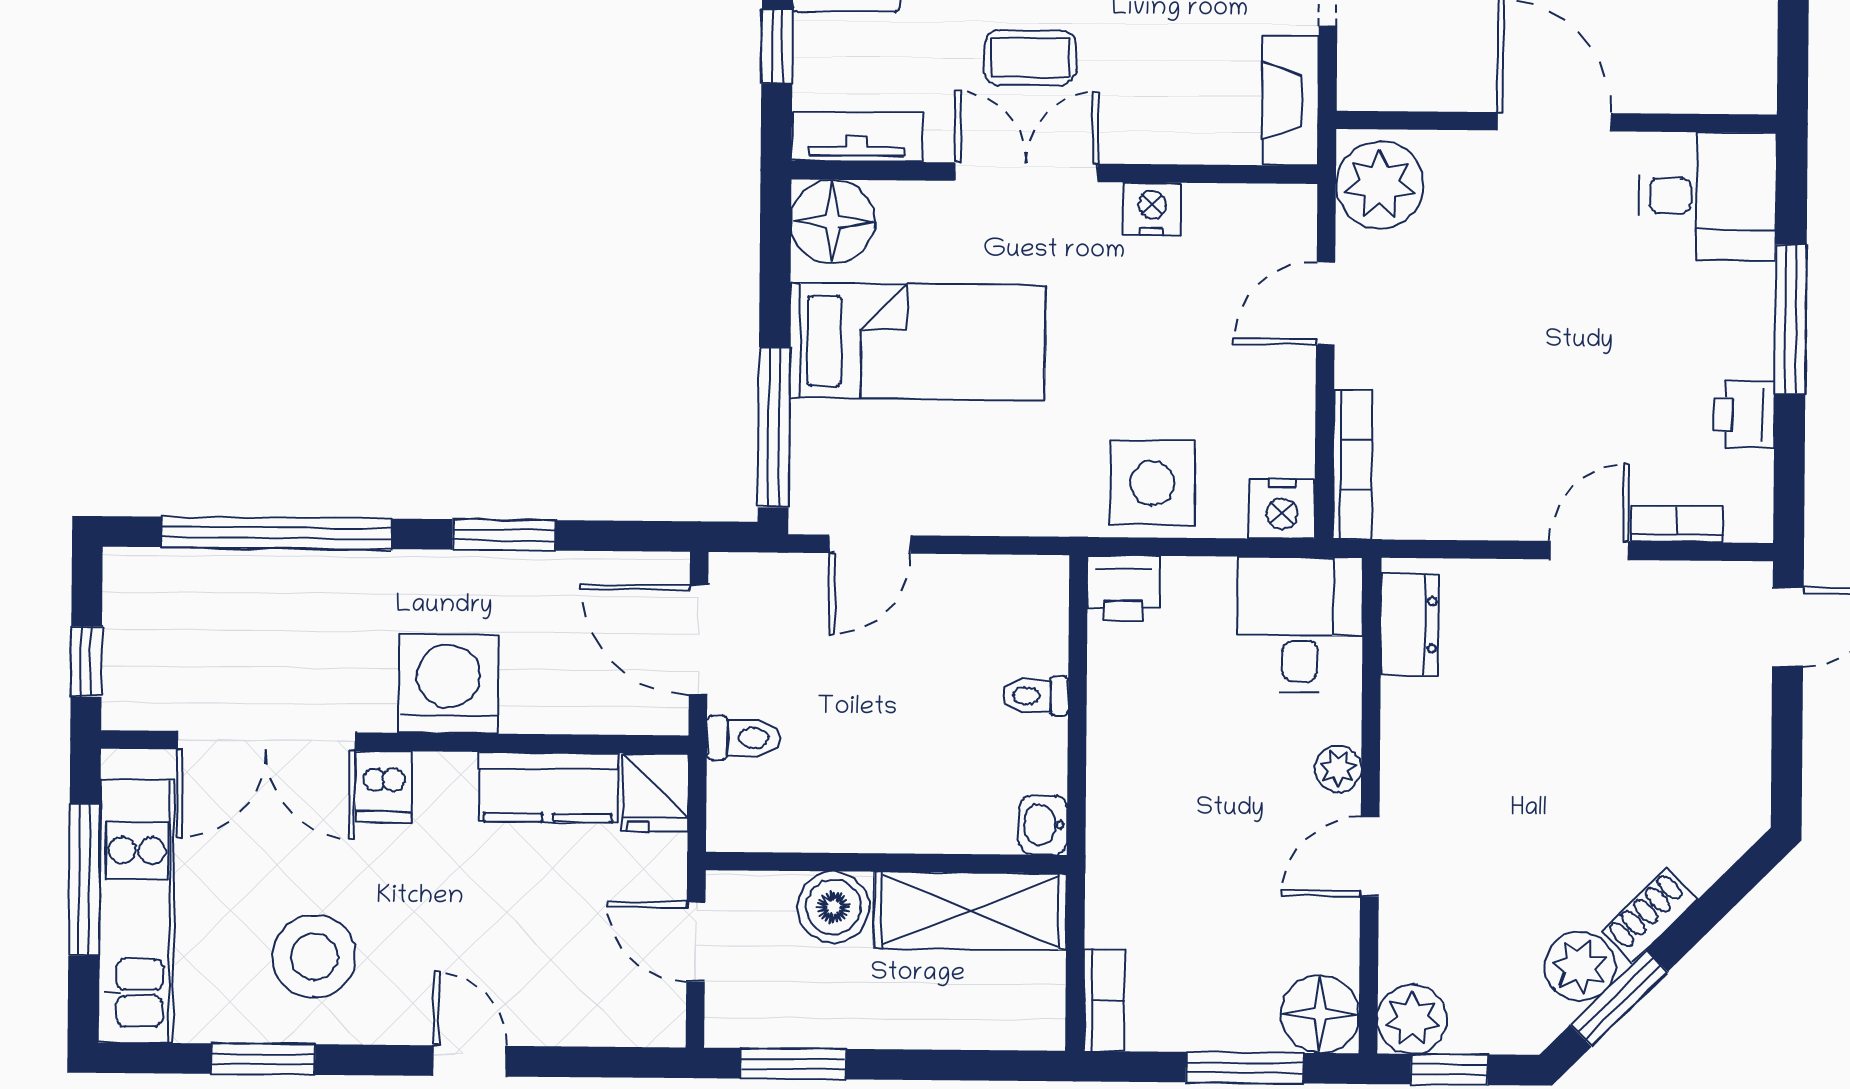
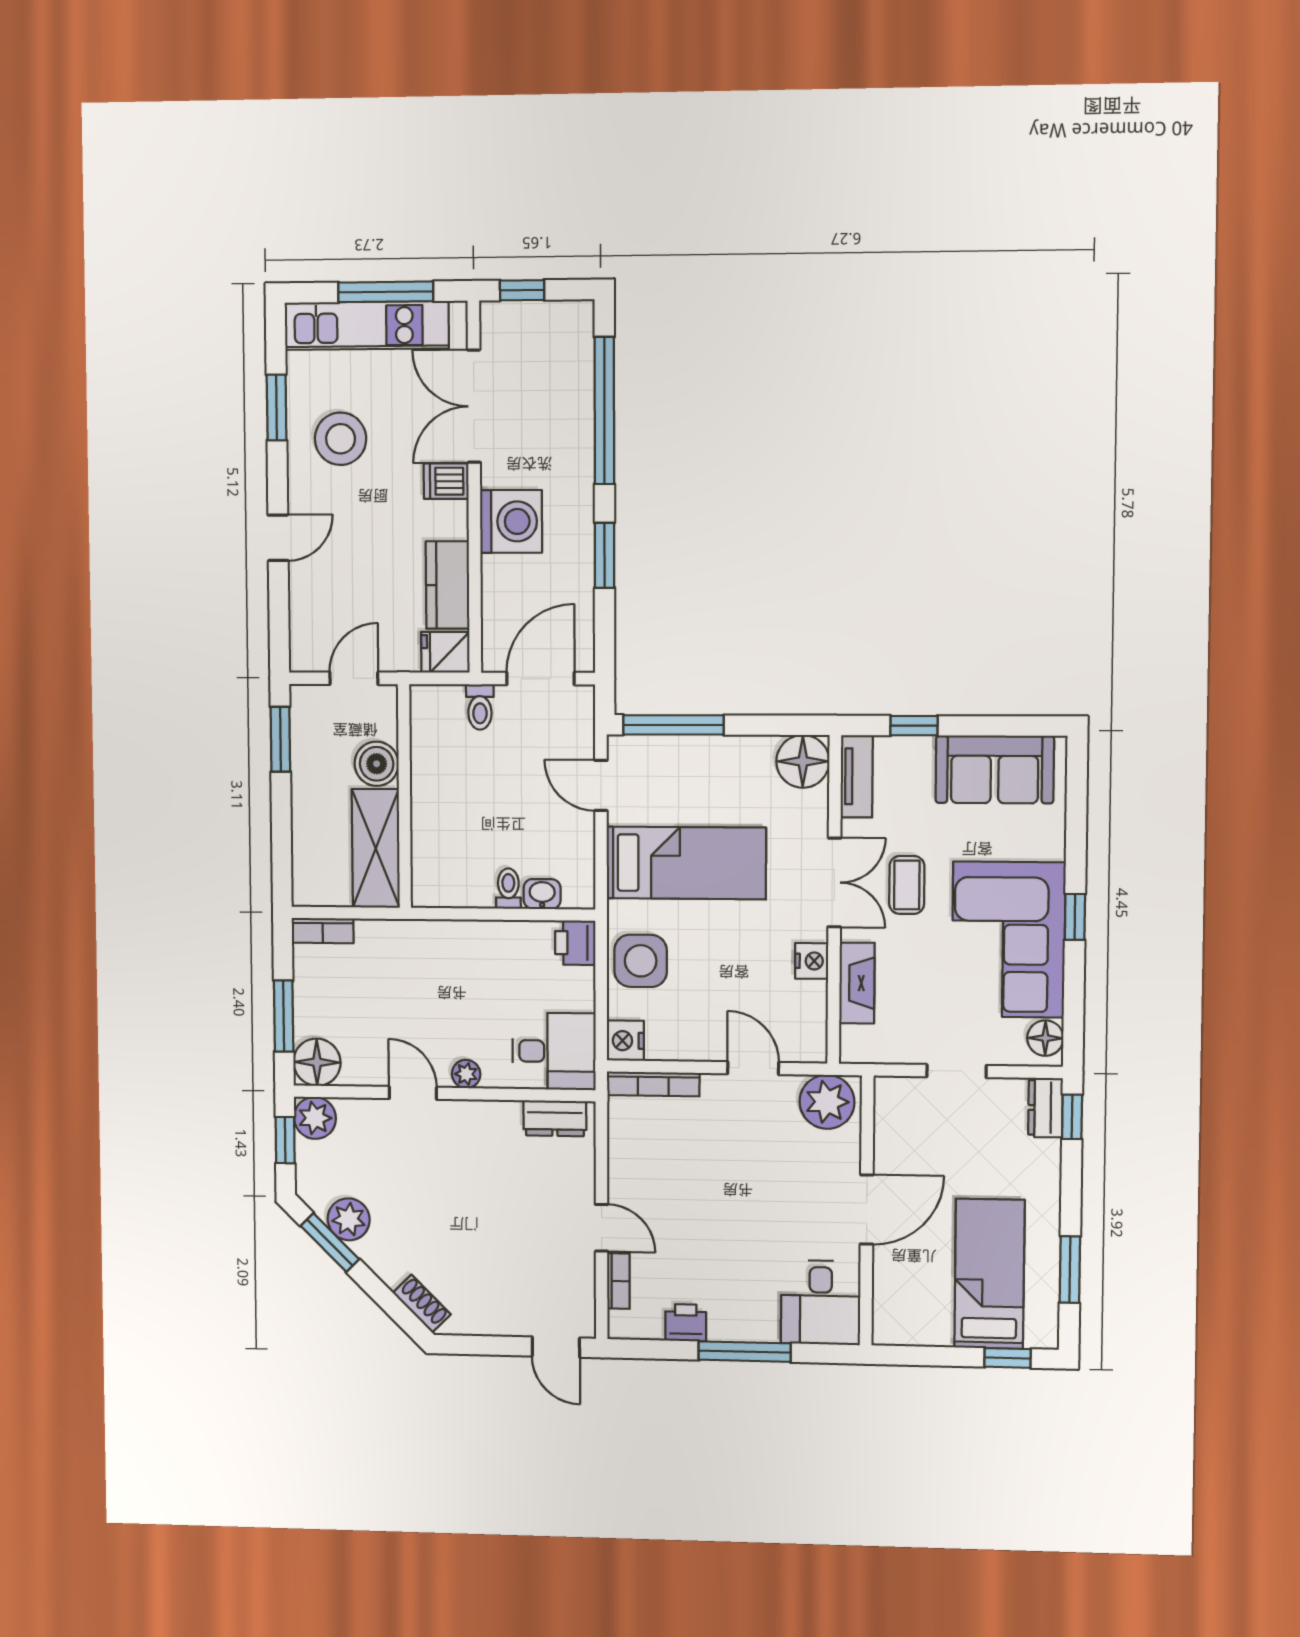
fireplace: (1290, 101) -> (857, 983), moved, turned 90
bed: (917, 342) -> (686, 863), moved, turned -90
washbasin: (1043, 825) -> (542, 894), moved
shoe rack: (1650, 915) -> (422, 1304), moved

